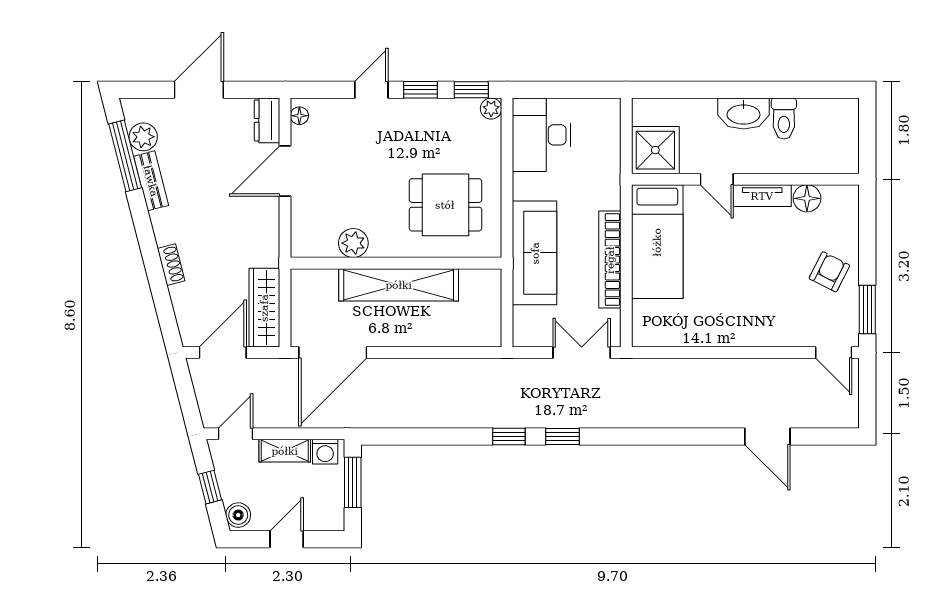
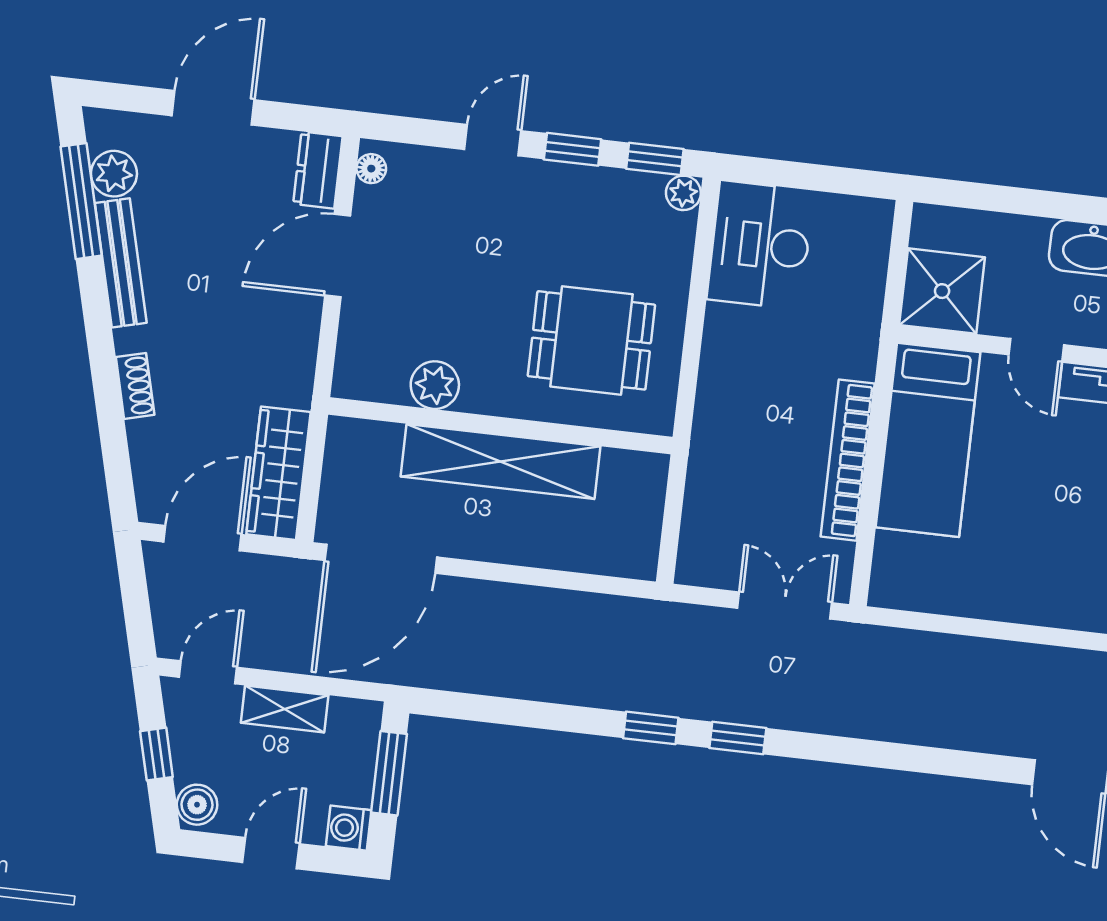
bench: (151, 181) -> (121, 263), width x1.36
sofa: (535, 253) -> (727, 435), removed
washing machine: (325, 452) -> (349, 828), moved, turned 90

